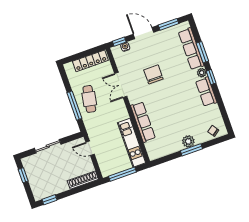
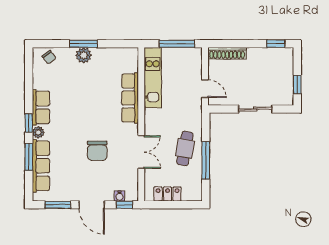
locker: (90, 61) -> (168, 194), width x0.66
window: (74, 106) -> (206, 160), moved

